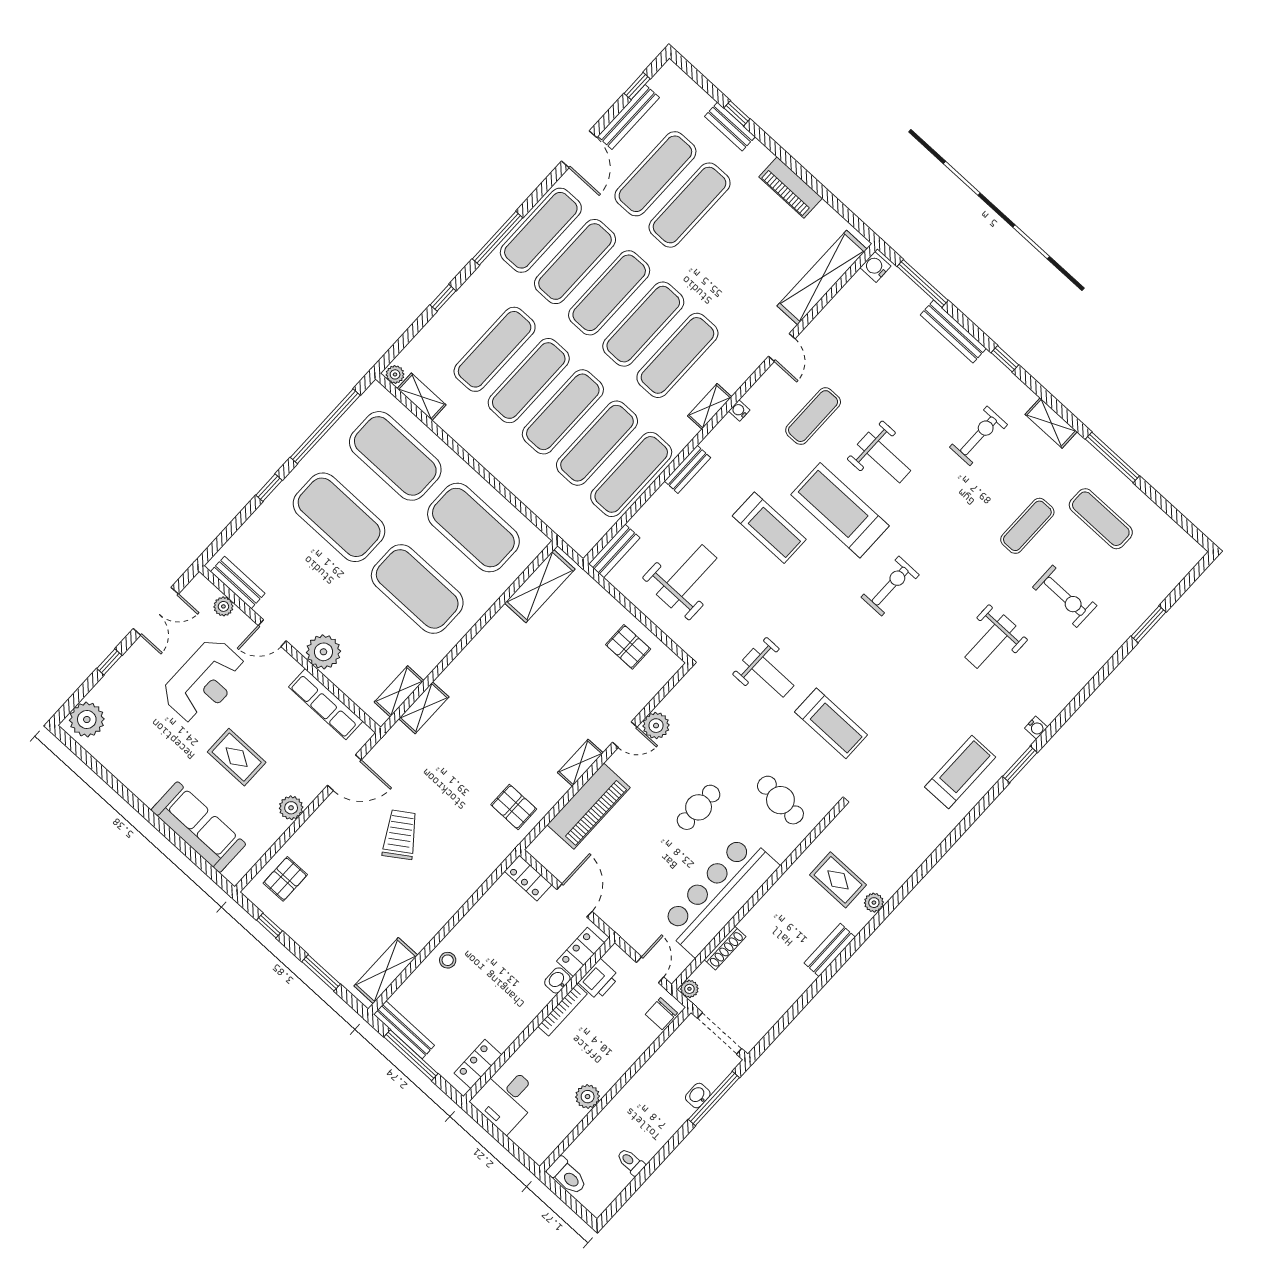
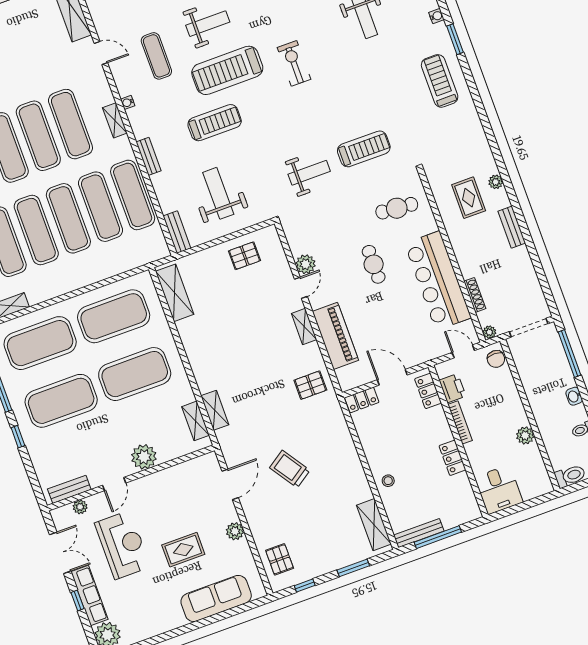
row of seats: (326, 704) -> (89, 596), moved, turned -90
rug: (838, 880) -> (469, 198), turned 90
washbasin: (557, 980) -> (439, 416), removed
locker: (478, 1064) -> (452, 458), moved
washbasin: (698, 1096) -> (574, 396), moved

